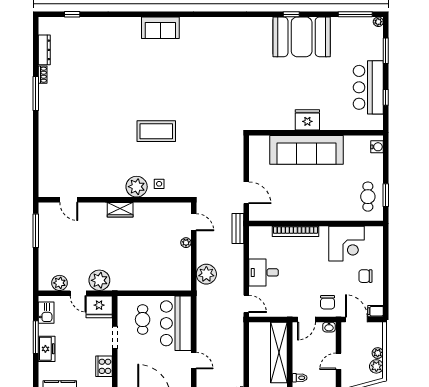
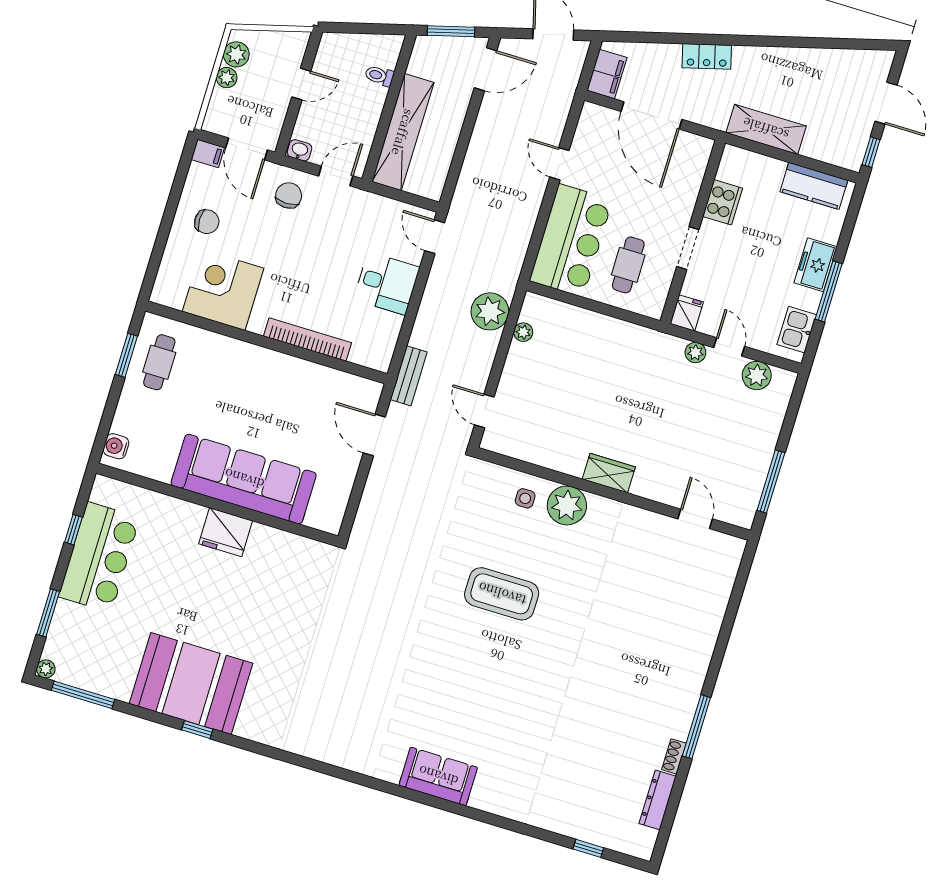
plant: (186, 243) -> (523, 332), moved
plant: (99, 280) -> (695, 353), width x0.53, depth x0.53
fridge: (99, 307) -> (687, 313), width x0.53, depth x0.75

